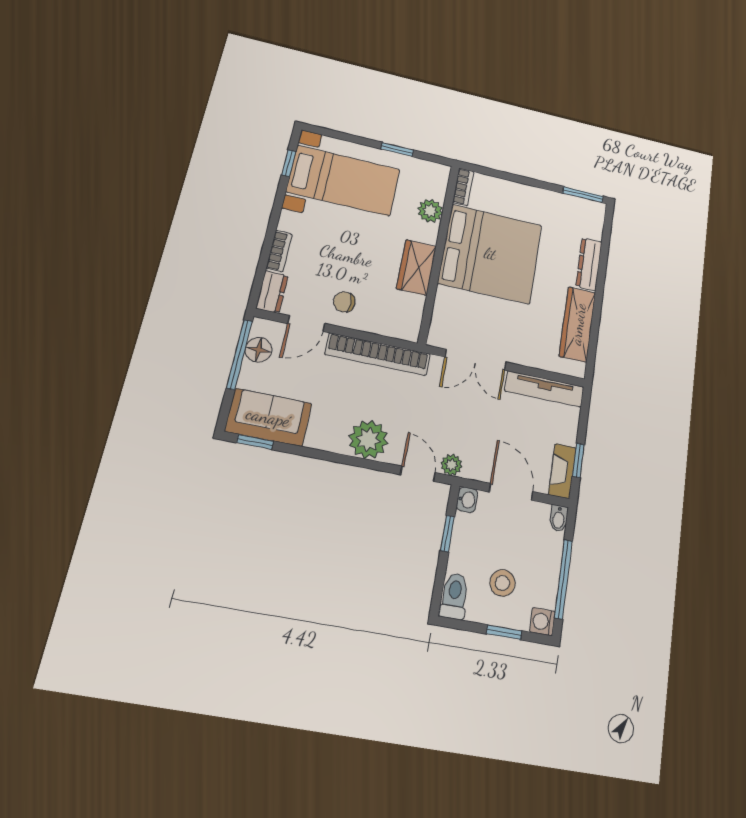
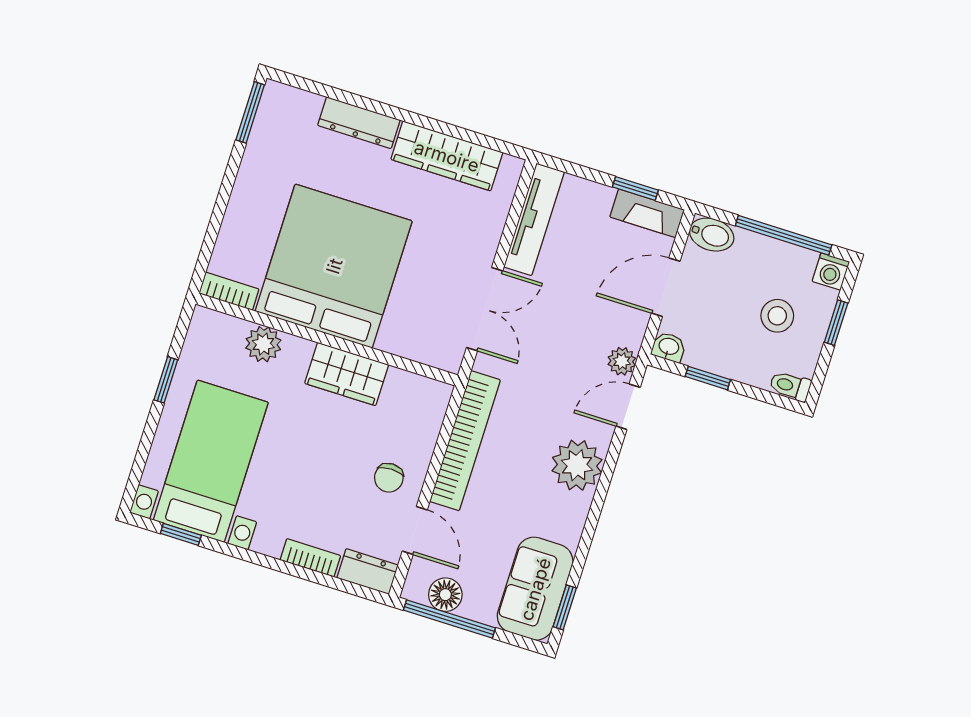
bidet: (559, 518) -> (712, 235), width x1.38, depth x1.36
toilet: (454, 596) -> (790, 386), width x0.73, depth x0.72

